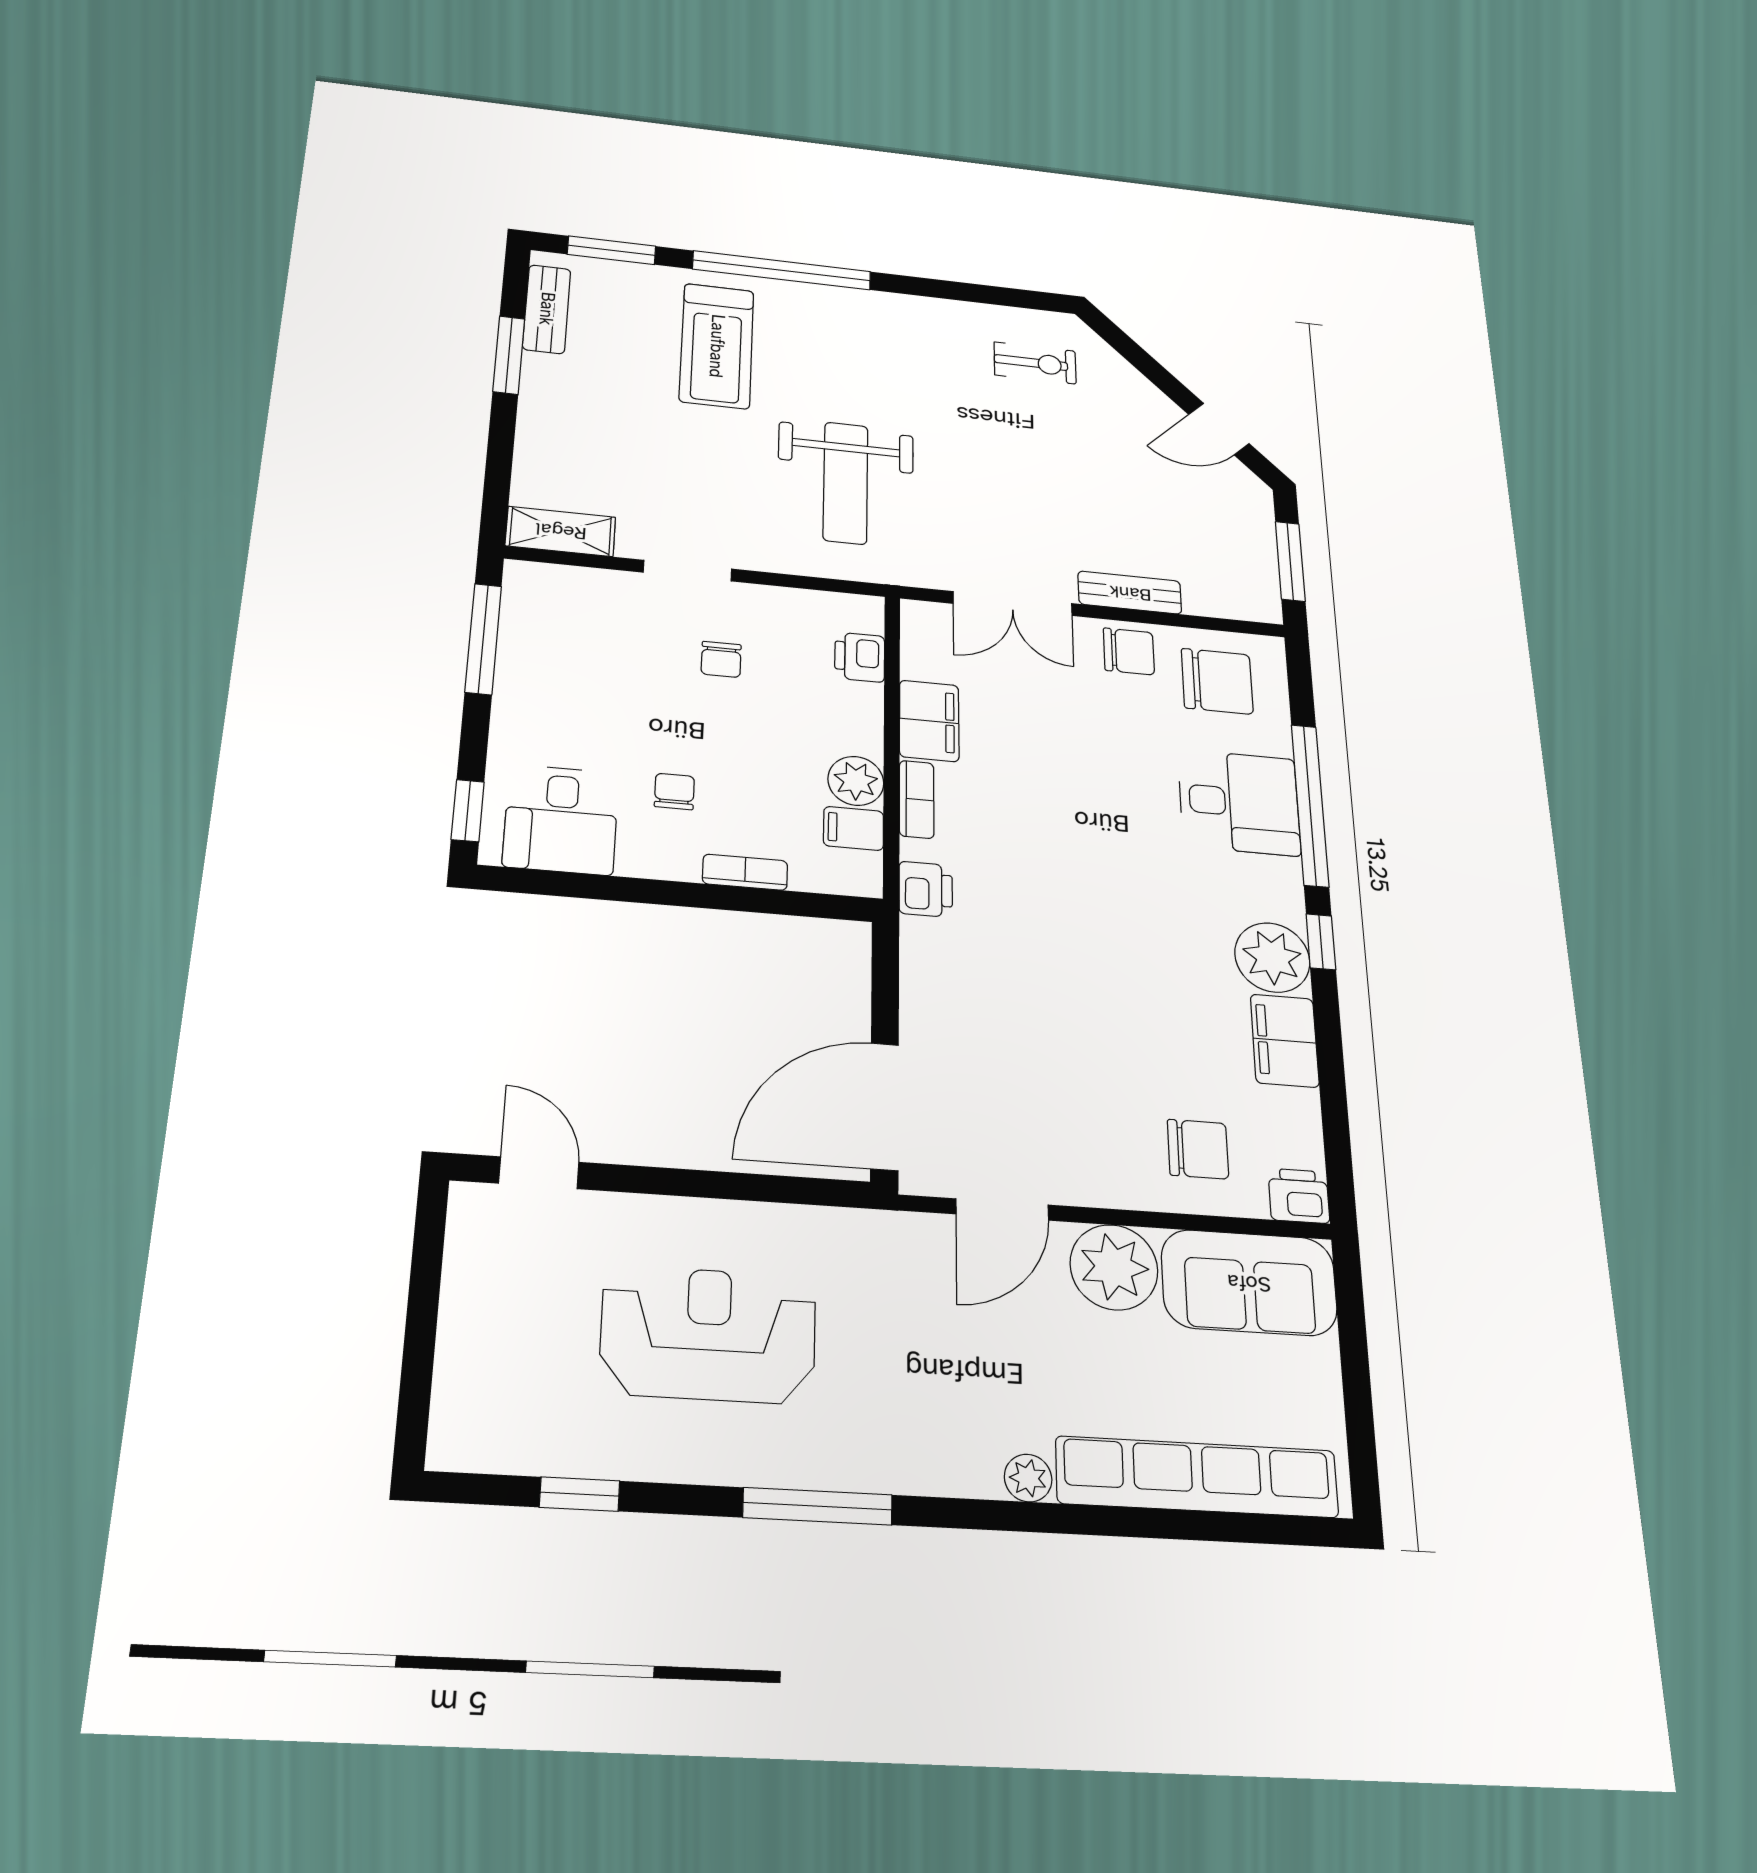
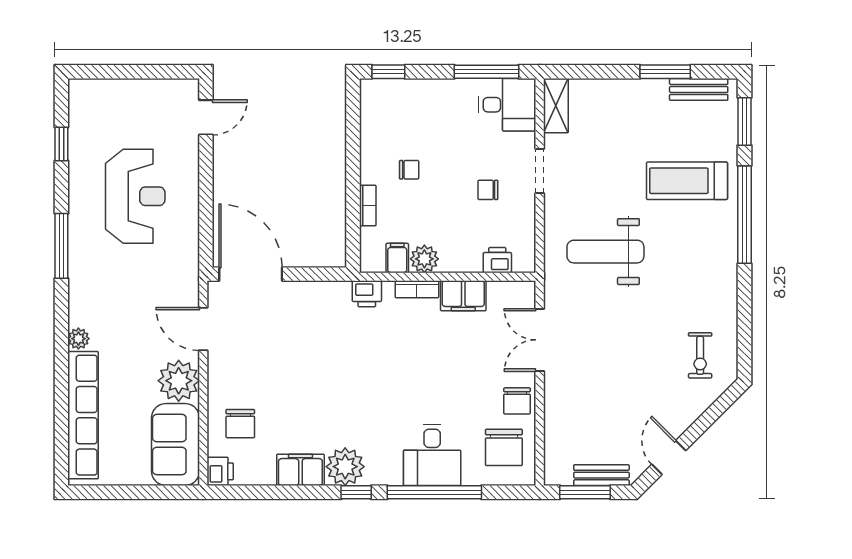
bench: (1130, 593) -> (601, 475), moved, turned 90
desk: (561, 819) -> (507, 105), moved, turned 180

